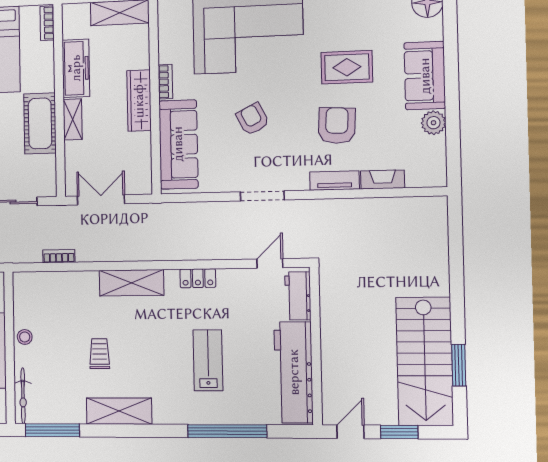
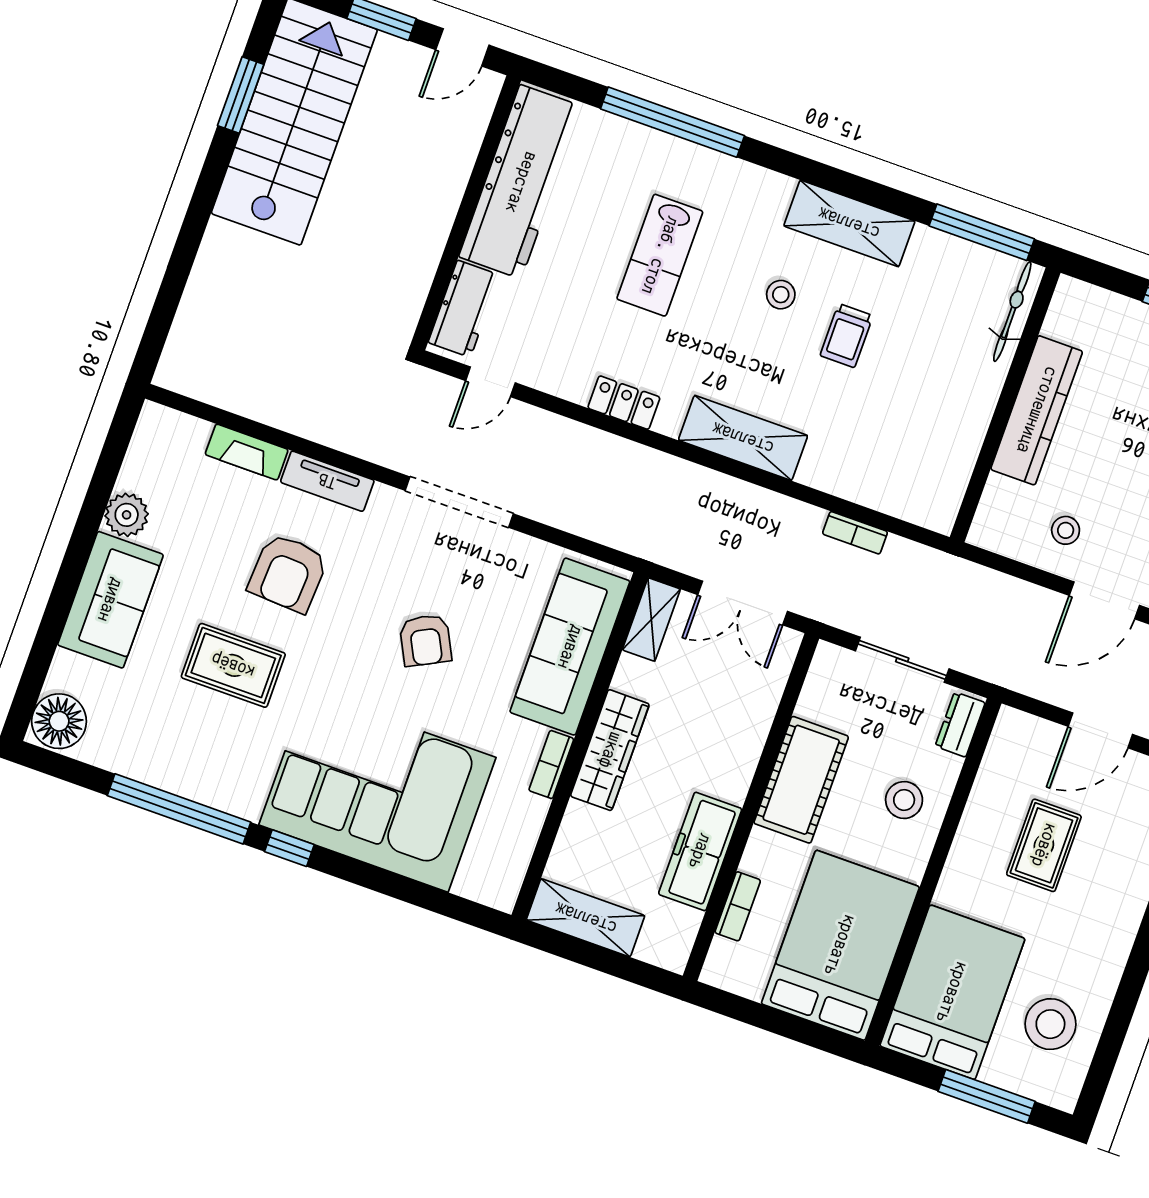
bookcase: (47, 23) -> (738, 906), moved
shelving: (73, 119) -> (651, 620), moved
doorway: (262, 196) -> (459, 502), width x1.36
stool: (25, 337) -> (781, 295), moved

